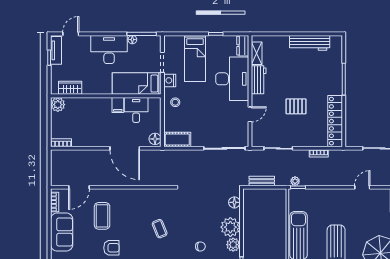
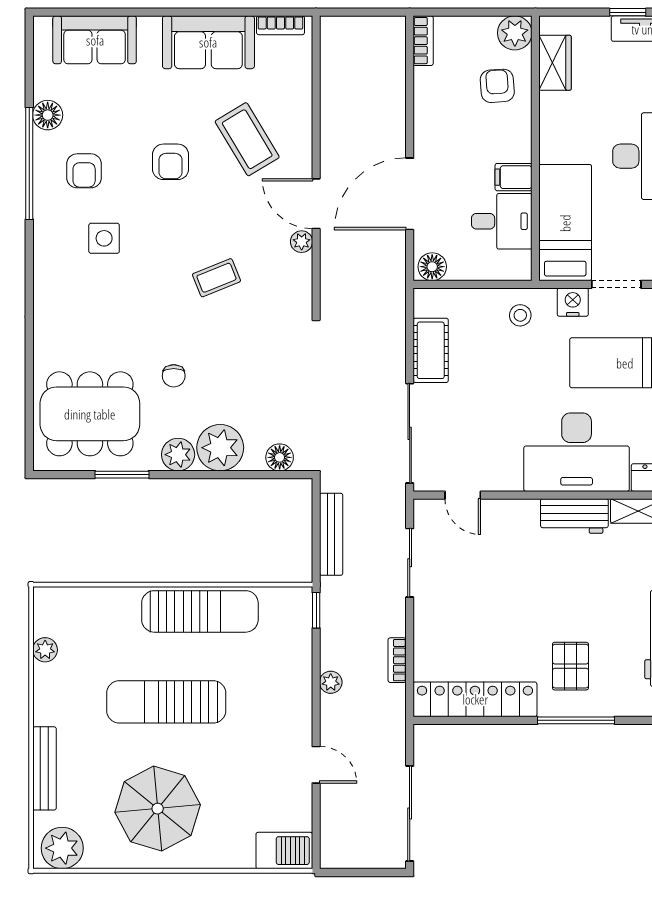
pallet: (296, 106) -> (570, 666), moved
armchair: (80, 112) -> (497, 86), added
door: (250, 114) -> (463, 495), moved
cot: (177, 140) -> (431, 350), moved
bench: (262, 181) -> (331, 534), width x1.36
plant: (295, 181) -> (331, 682), moved
door: (79, 187) -> (316, 204), moved
plant: (145, 193) -> (302, 242), added
coffee table: (102, 216) -> (247, 139), turned 59

